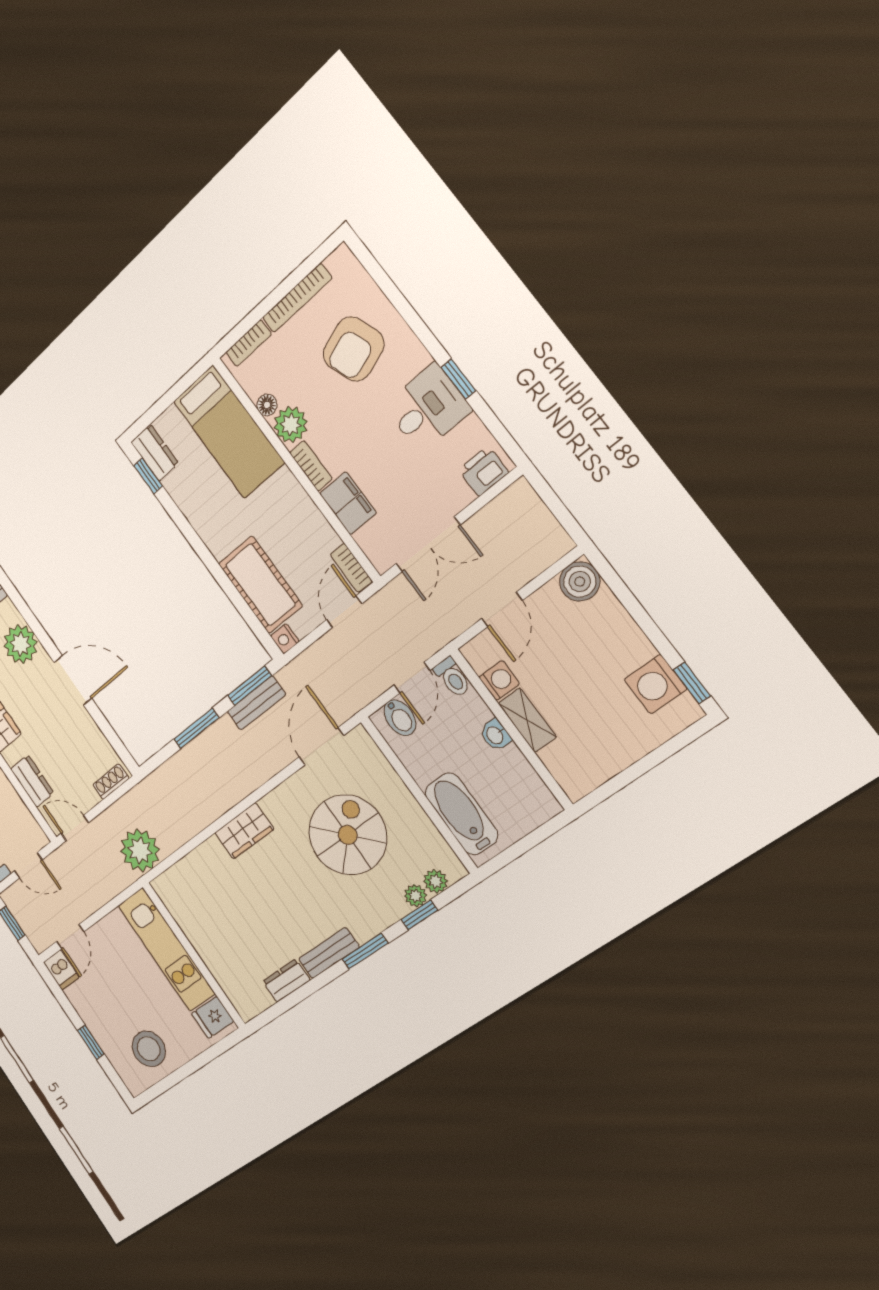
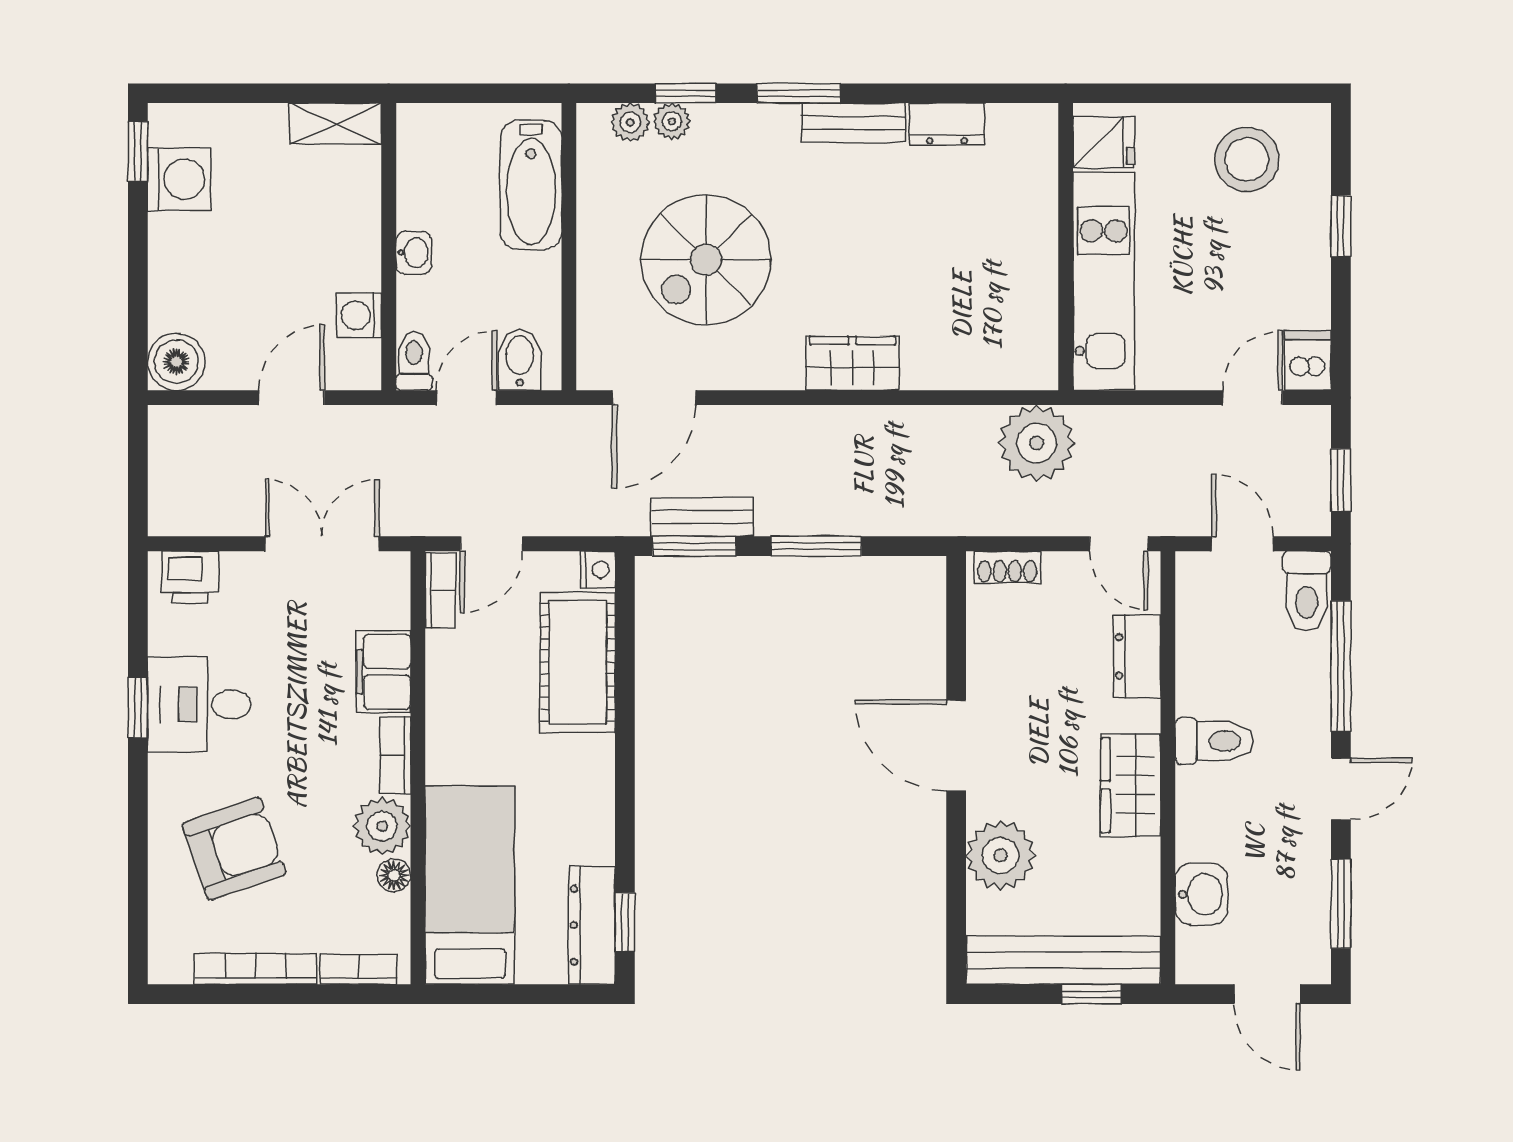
dresser: (155, 453) -> (592, 925), width x1.44
shelving: (527, 720) -> (336, 124), moved, turned 90

